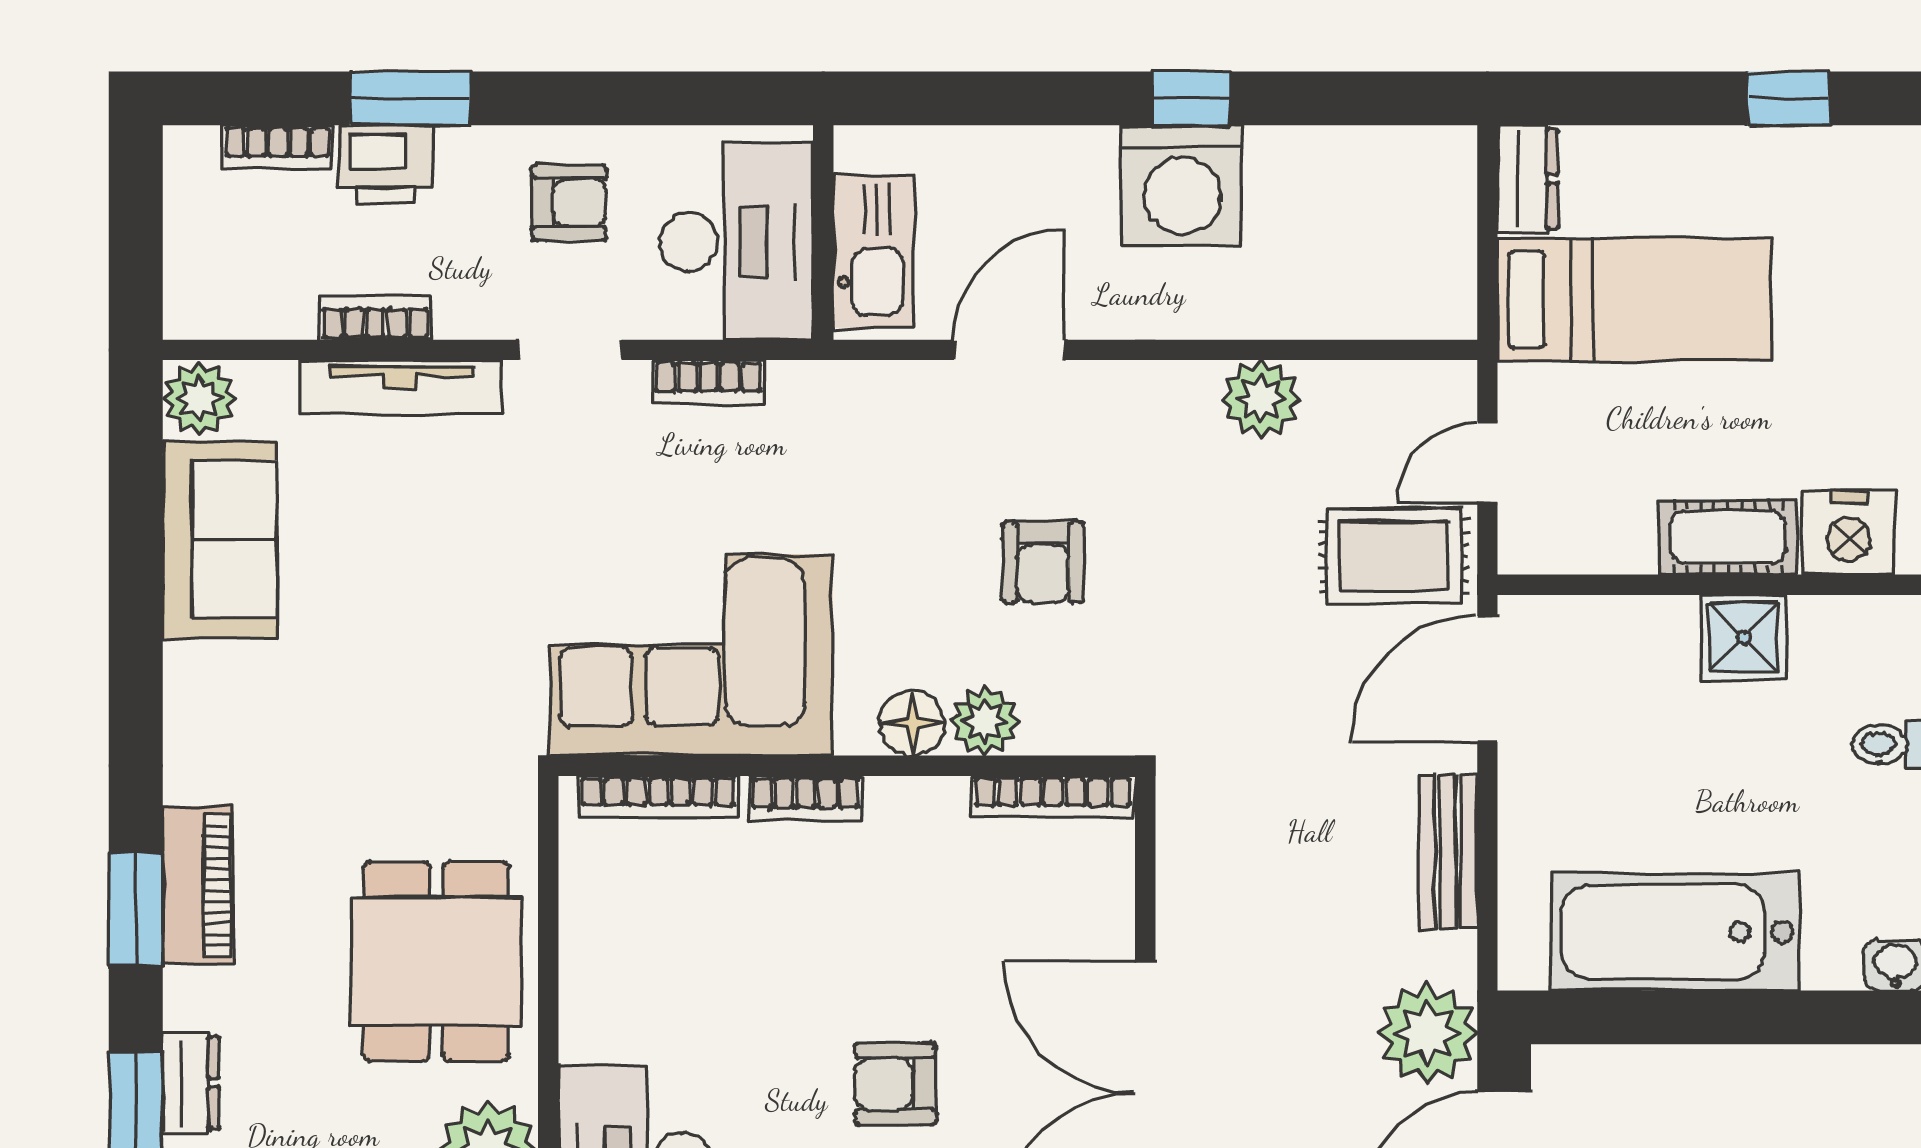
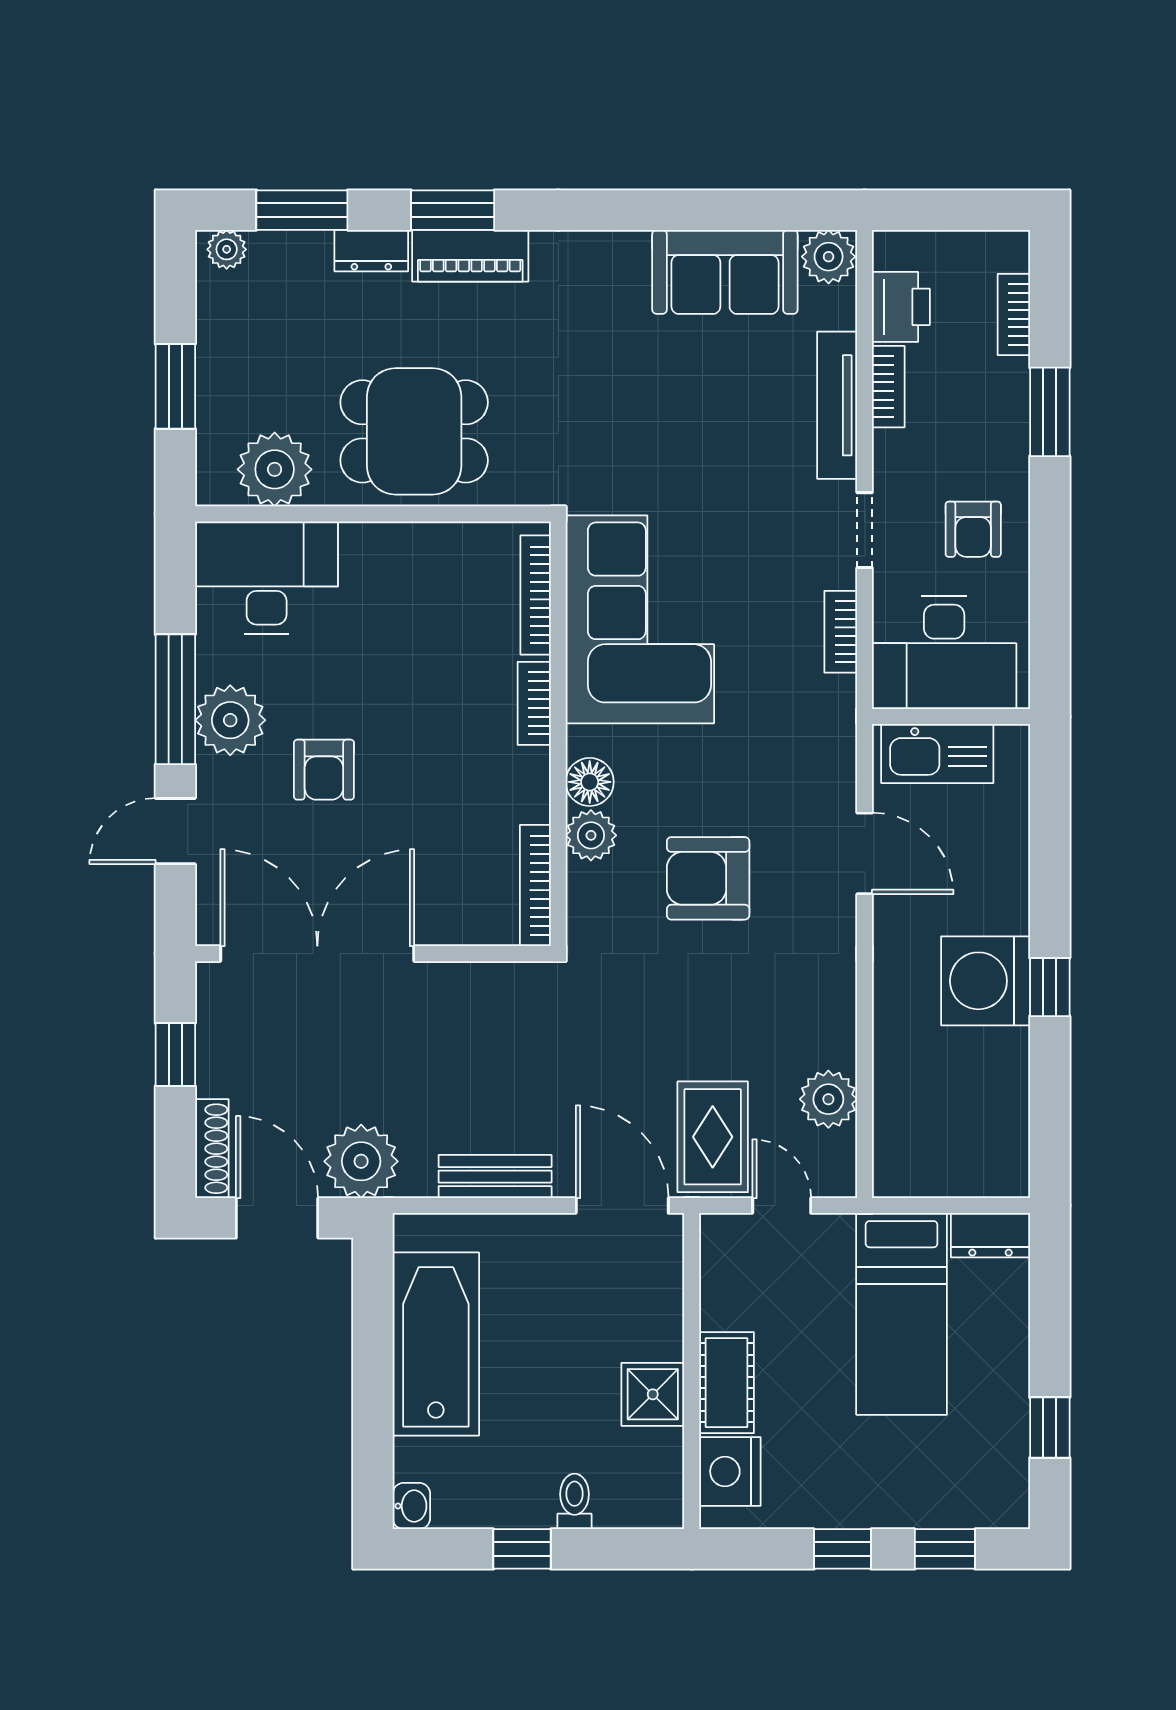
printer: (386, 164) -> (901, 307), moved, turned 180
plant: (1261, 399) -> (828, 1099), moved
armchair: (1043, 562) -> (708, 878), width x1.38, depth x1.38
dresser: (191, 1083) -> (371, 251), moved
armchair: (896, 1084) -> (324, 770), turned 180

